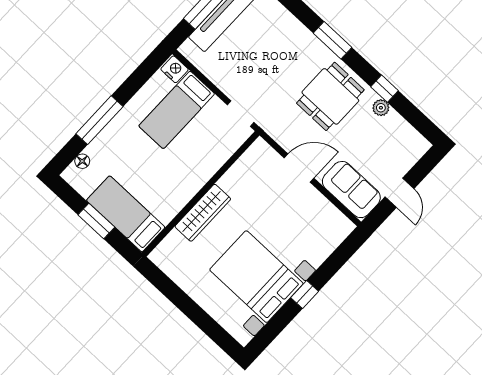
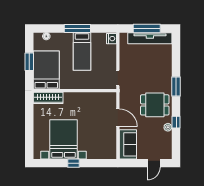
bed: (177, 110) -> (82, 51), moved, turned -90
window: (99, 120) -> (77, 28), moved
door: (399, 193) -> (154, 163), moved
wardrobe: (203, 213) -> (48, 98), moved
bed: (126, 214) -> (46, 70), width x1.50

